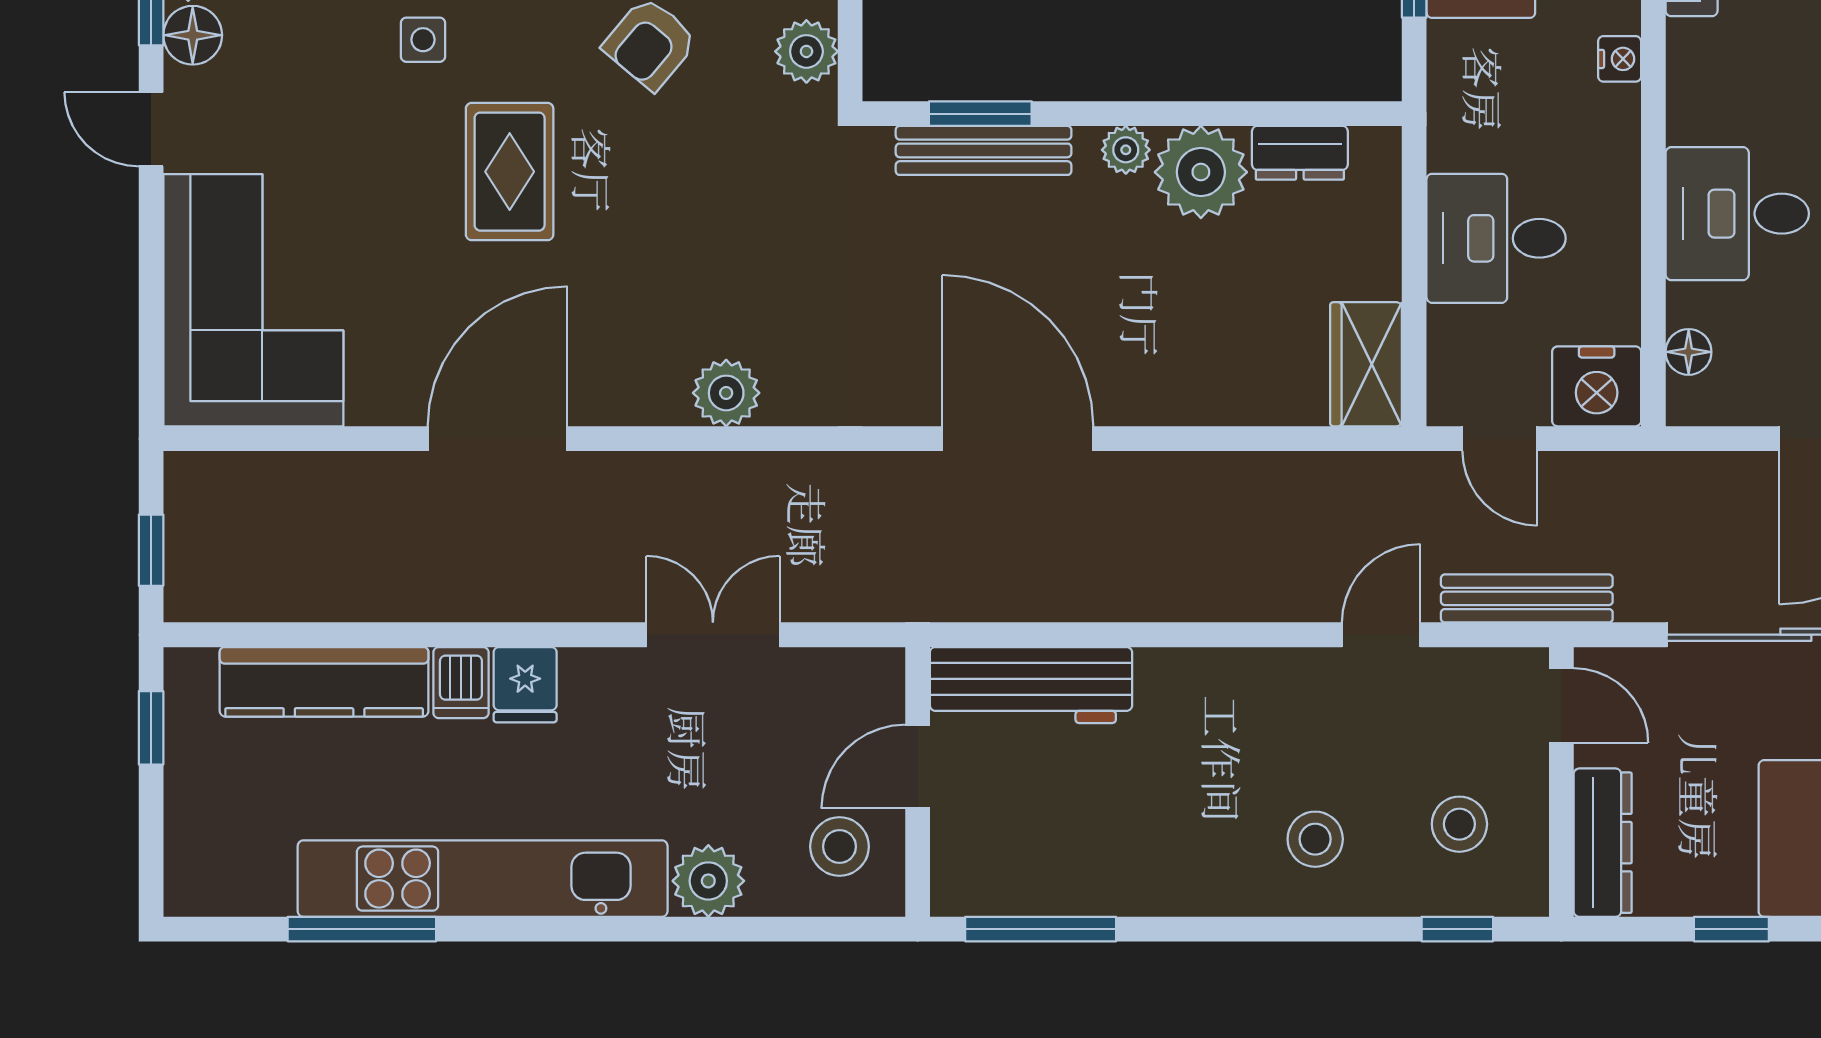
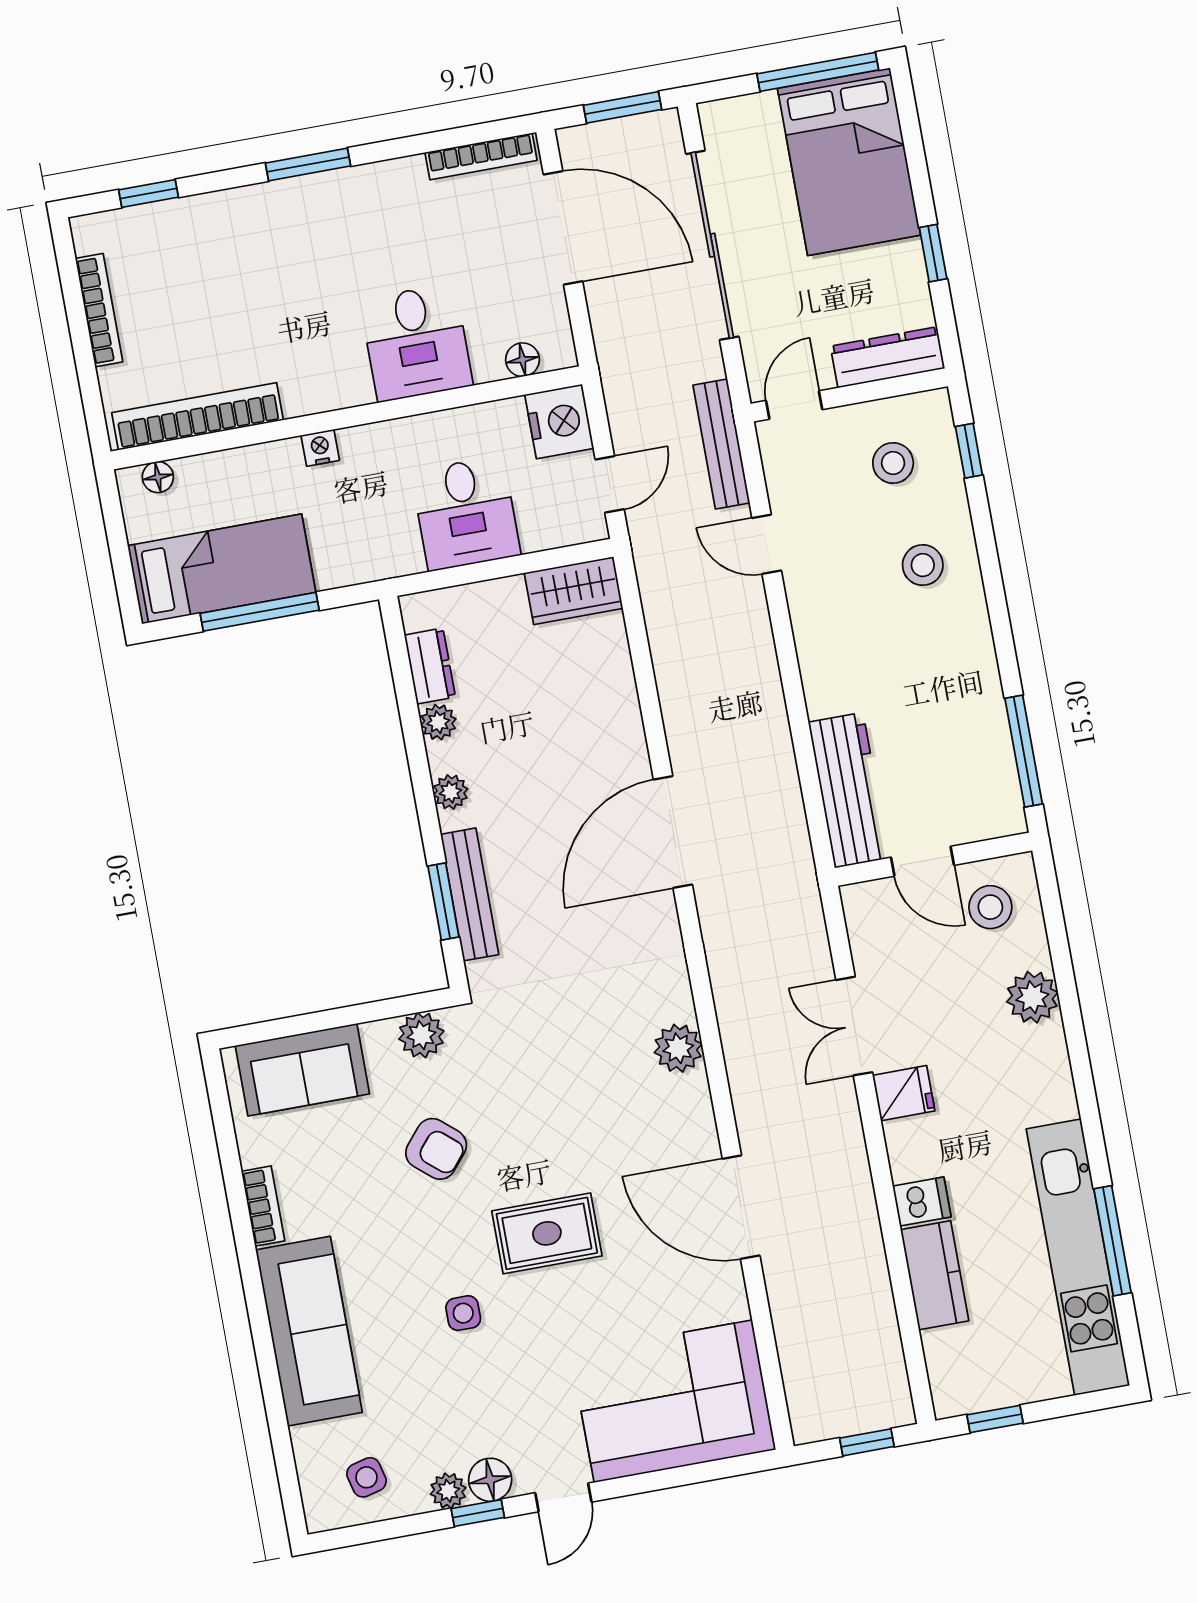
plant: (1201, 172) -> (438, 722), width x0.53, depth x0.53
kitchen counter: (324, 682) -> (935, 1275), width x0.67
fridge: (525, 685) -> (904, 1093), moved
kitchen unit: (483, 879) -> (1078, 1257), moved

